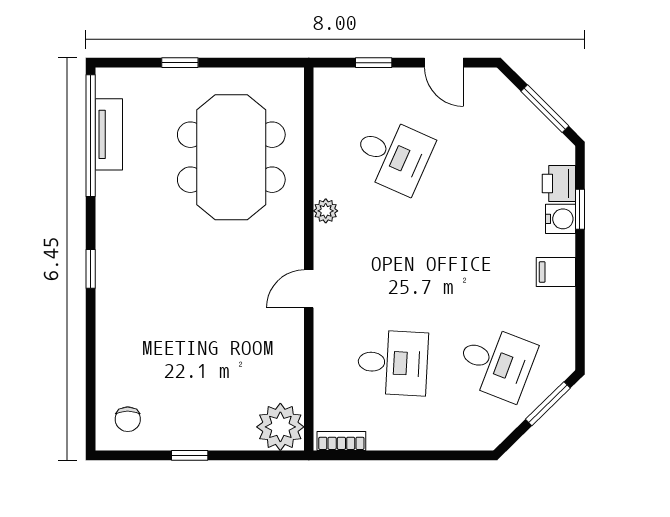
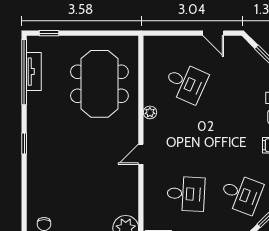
window: (180, 63) -> (49, 33), moved
window: (374, 63) -> (176, 33), removed

